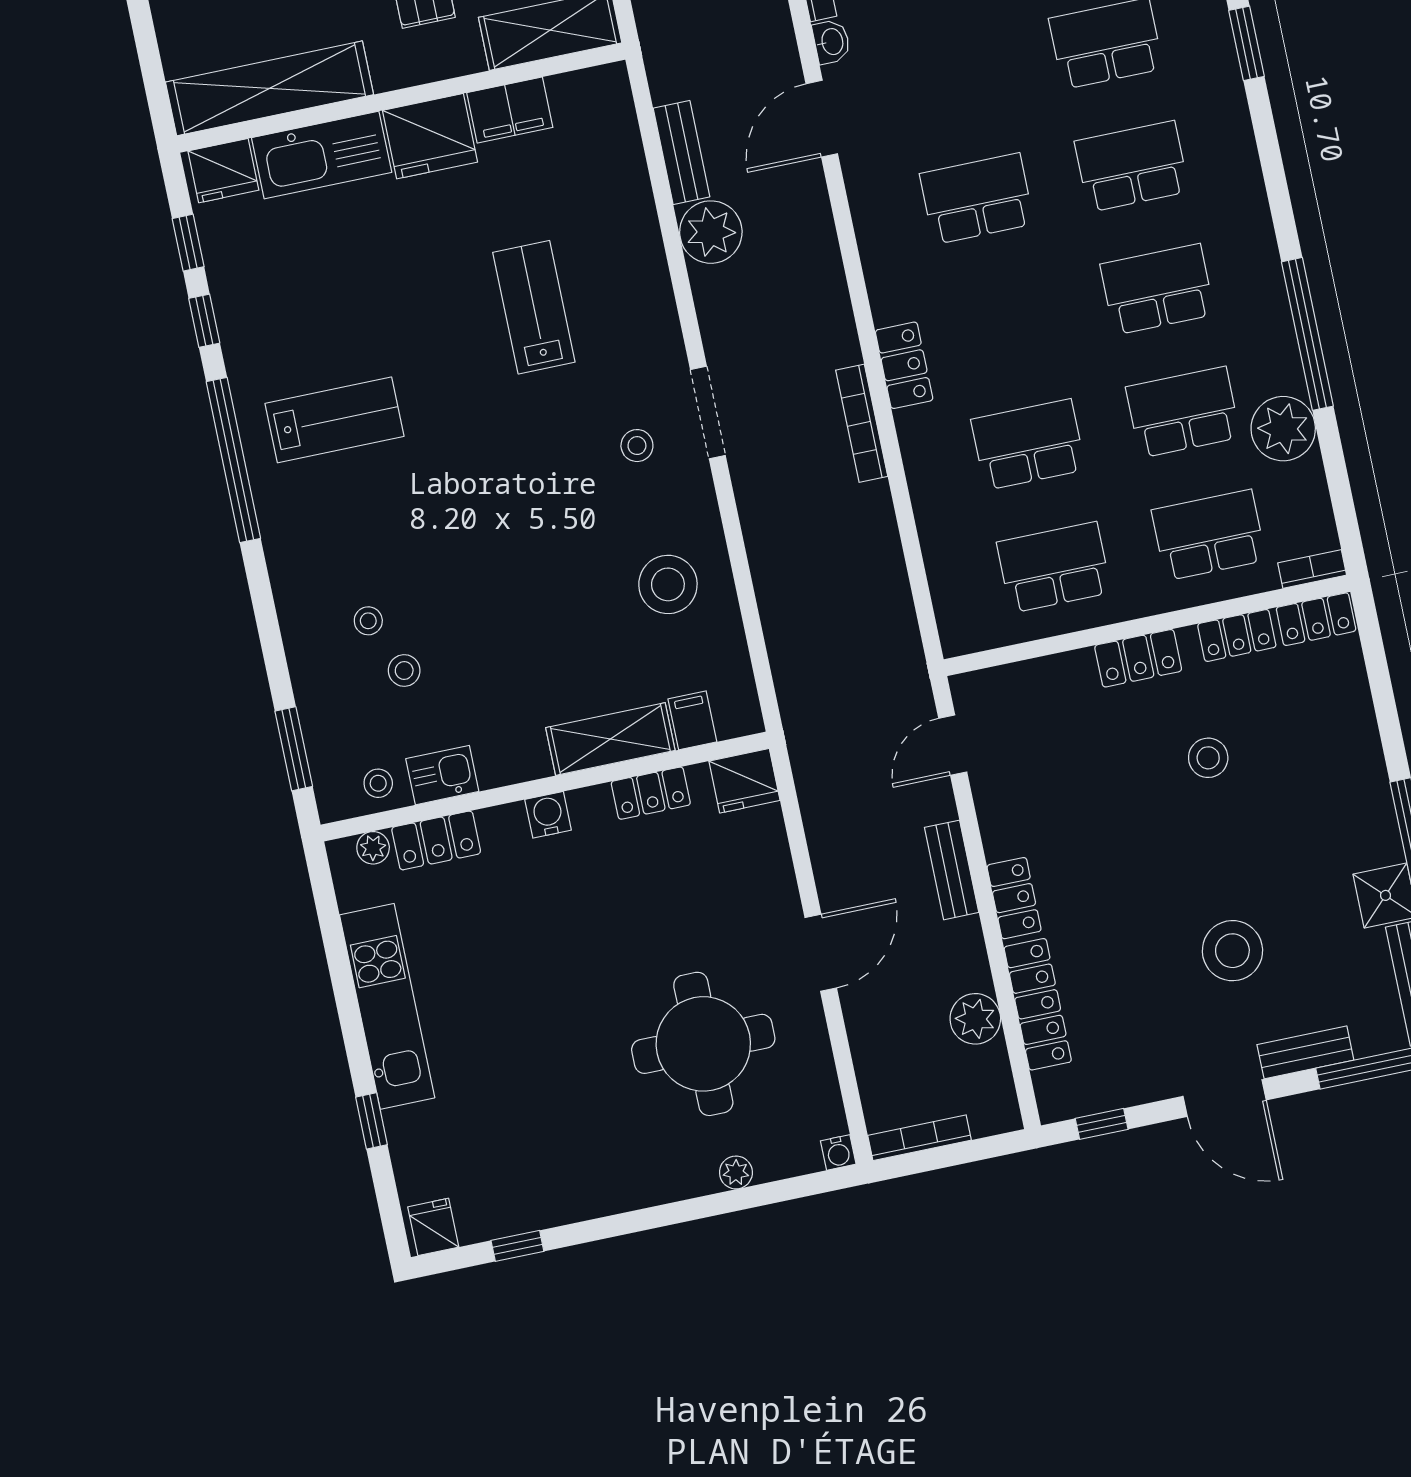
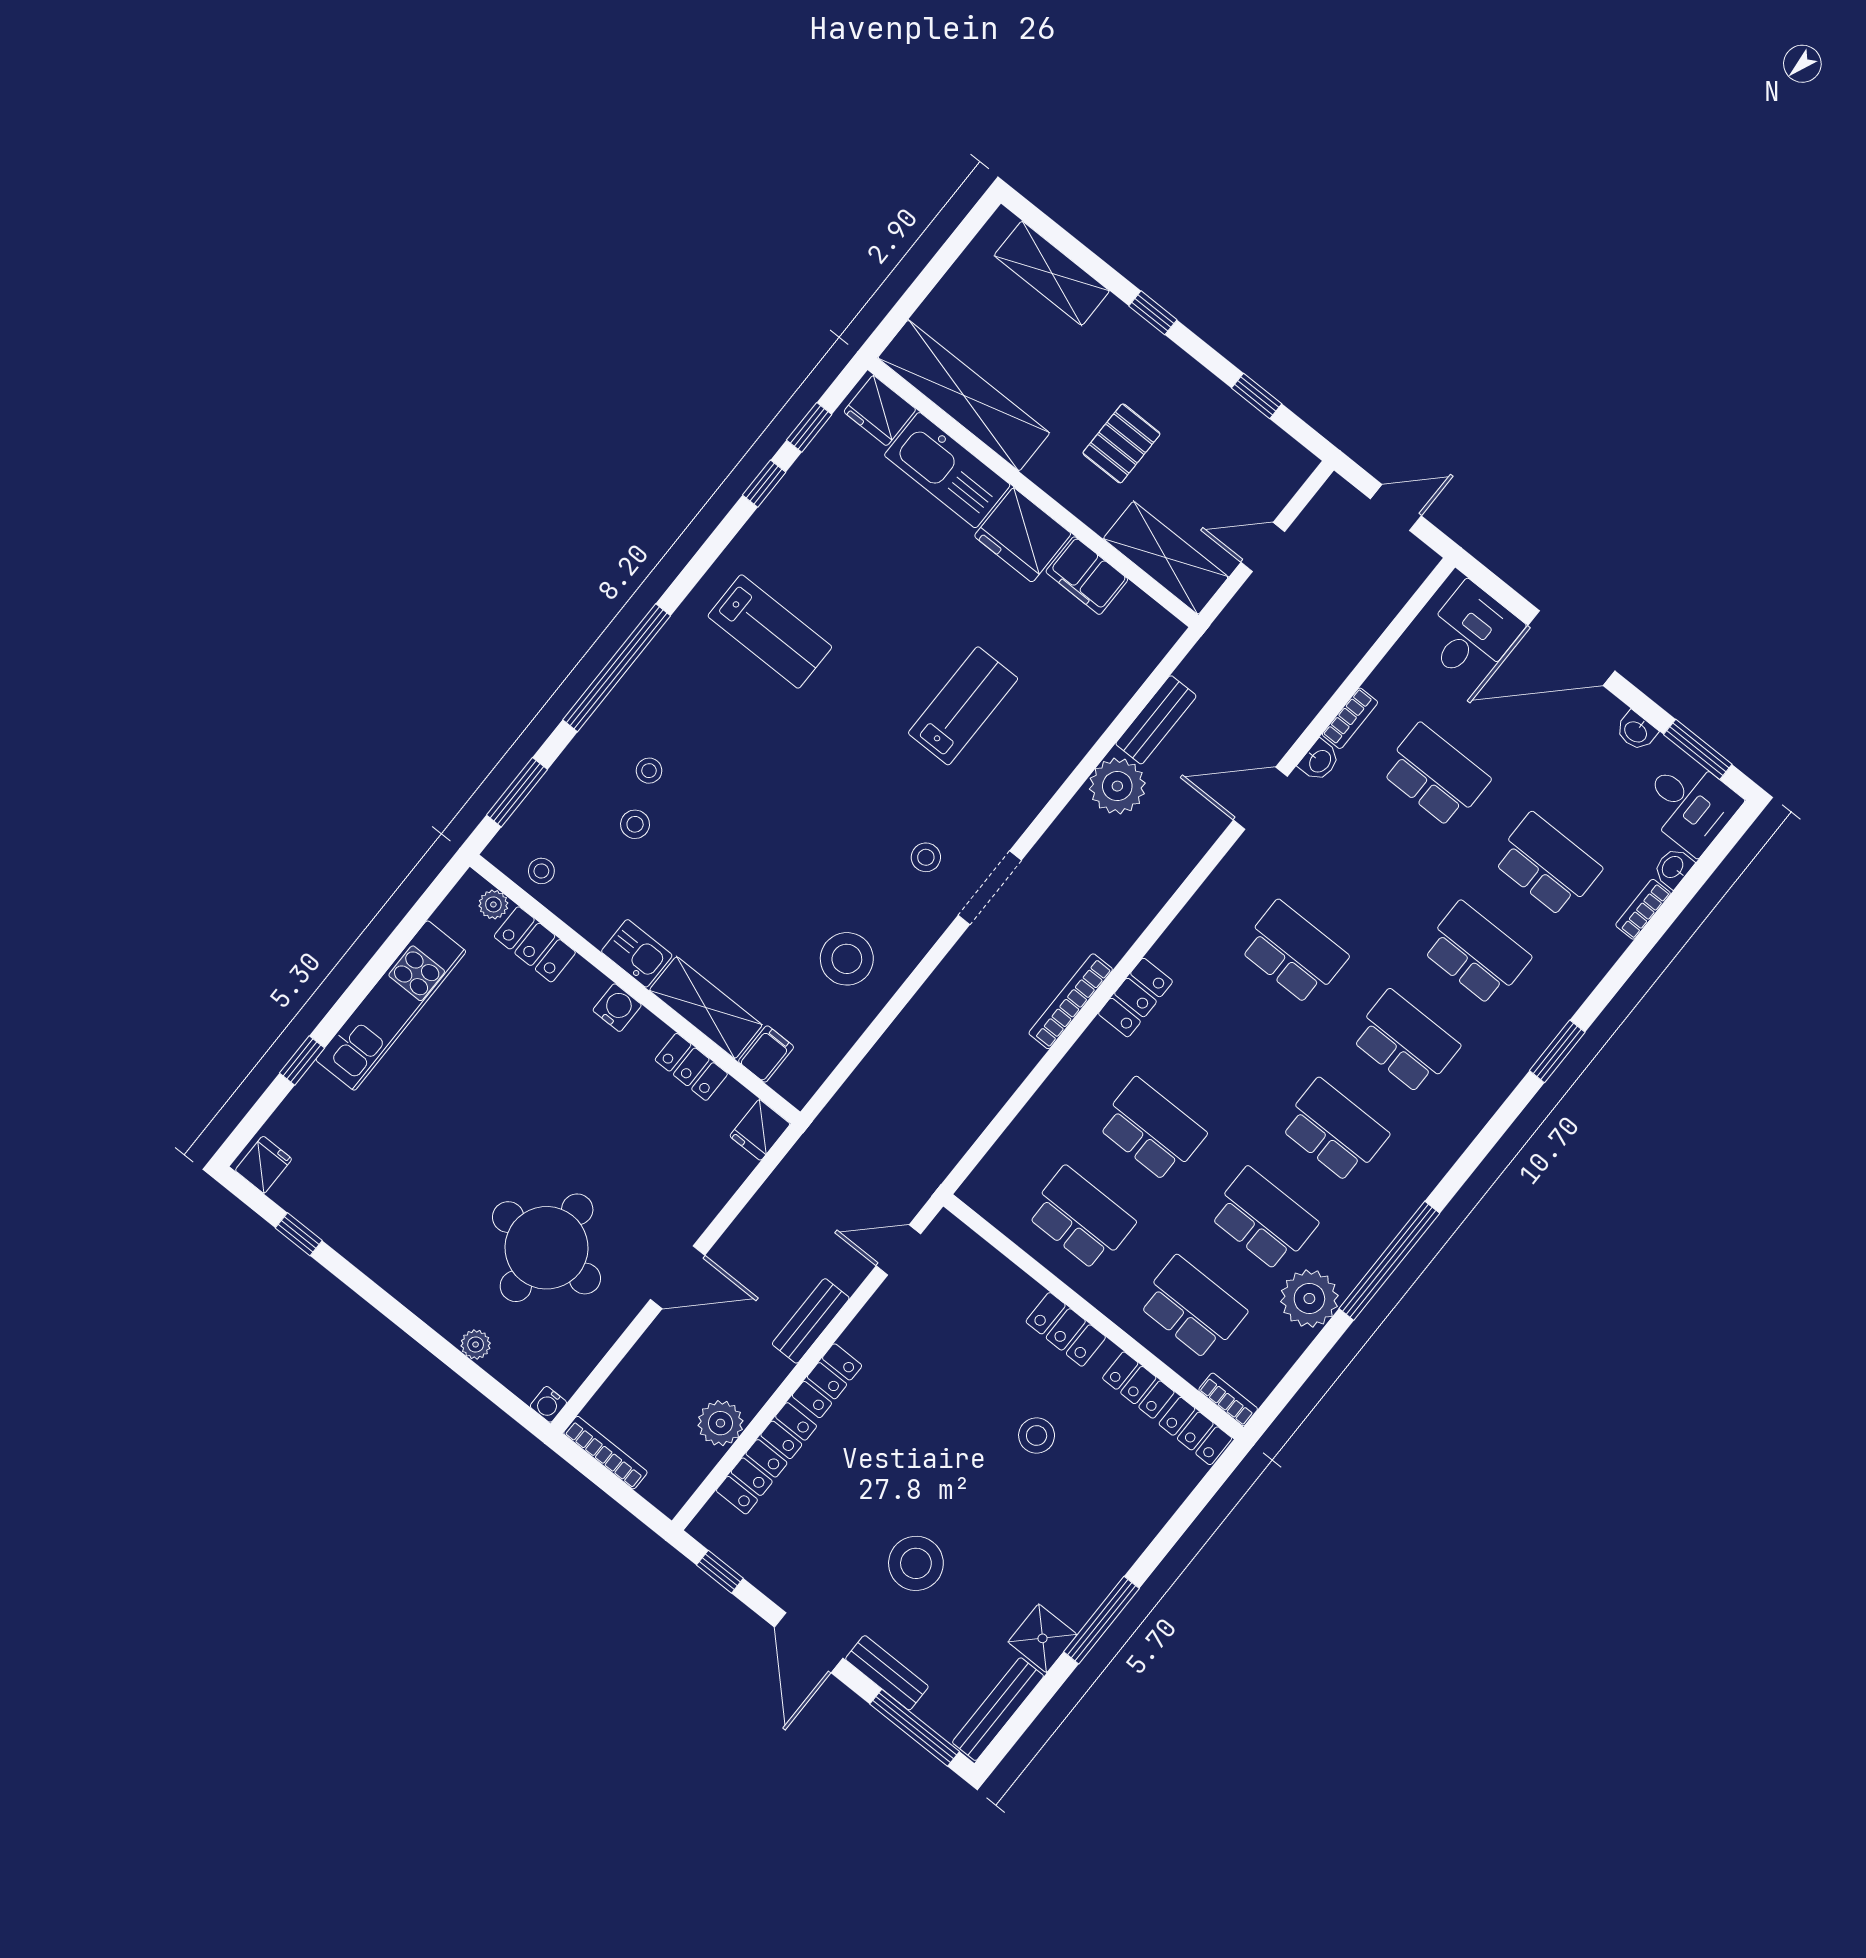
window: (233, 460) -> (617, 668), moved
kitchen sink: (442, 775) -> (637, 953), moved
fridge: (744, 781) -> (760, 1130), width x0.72

